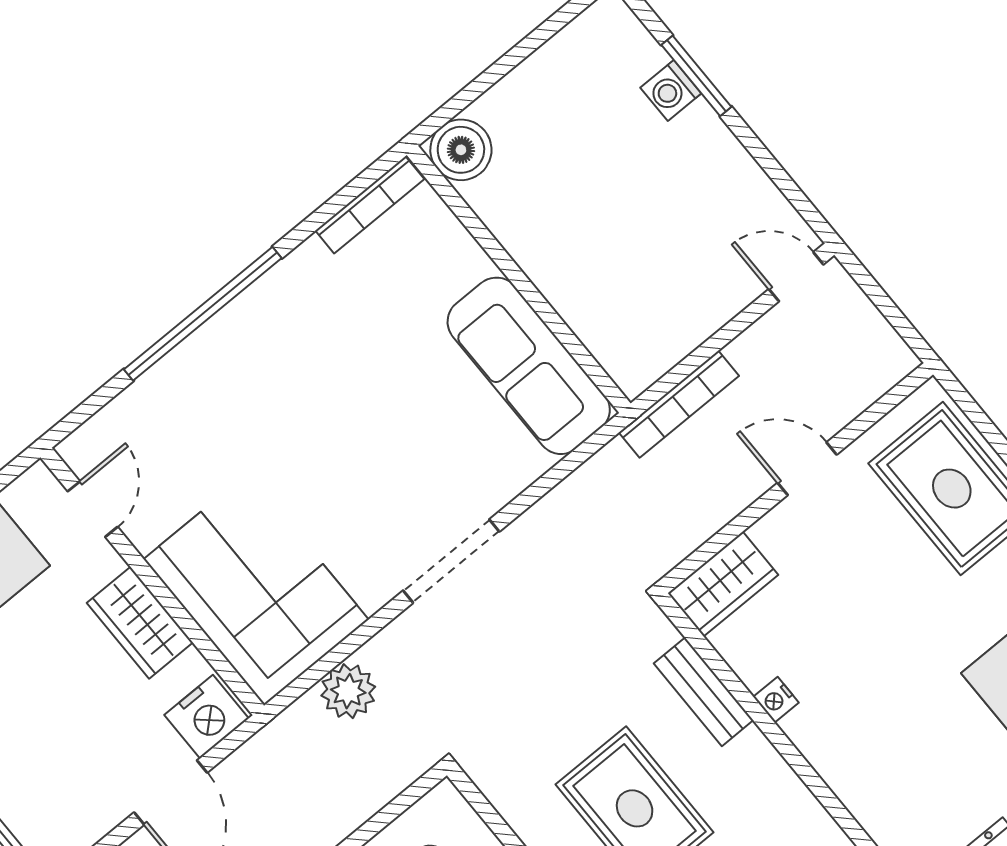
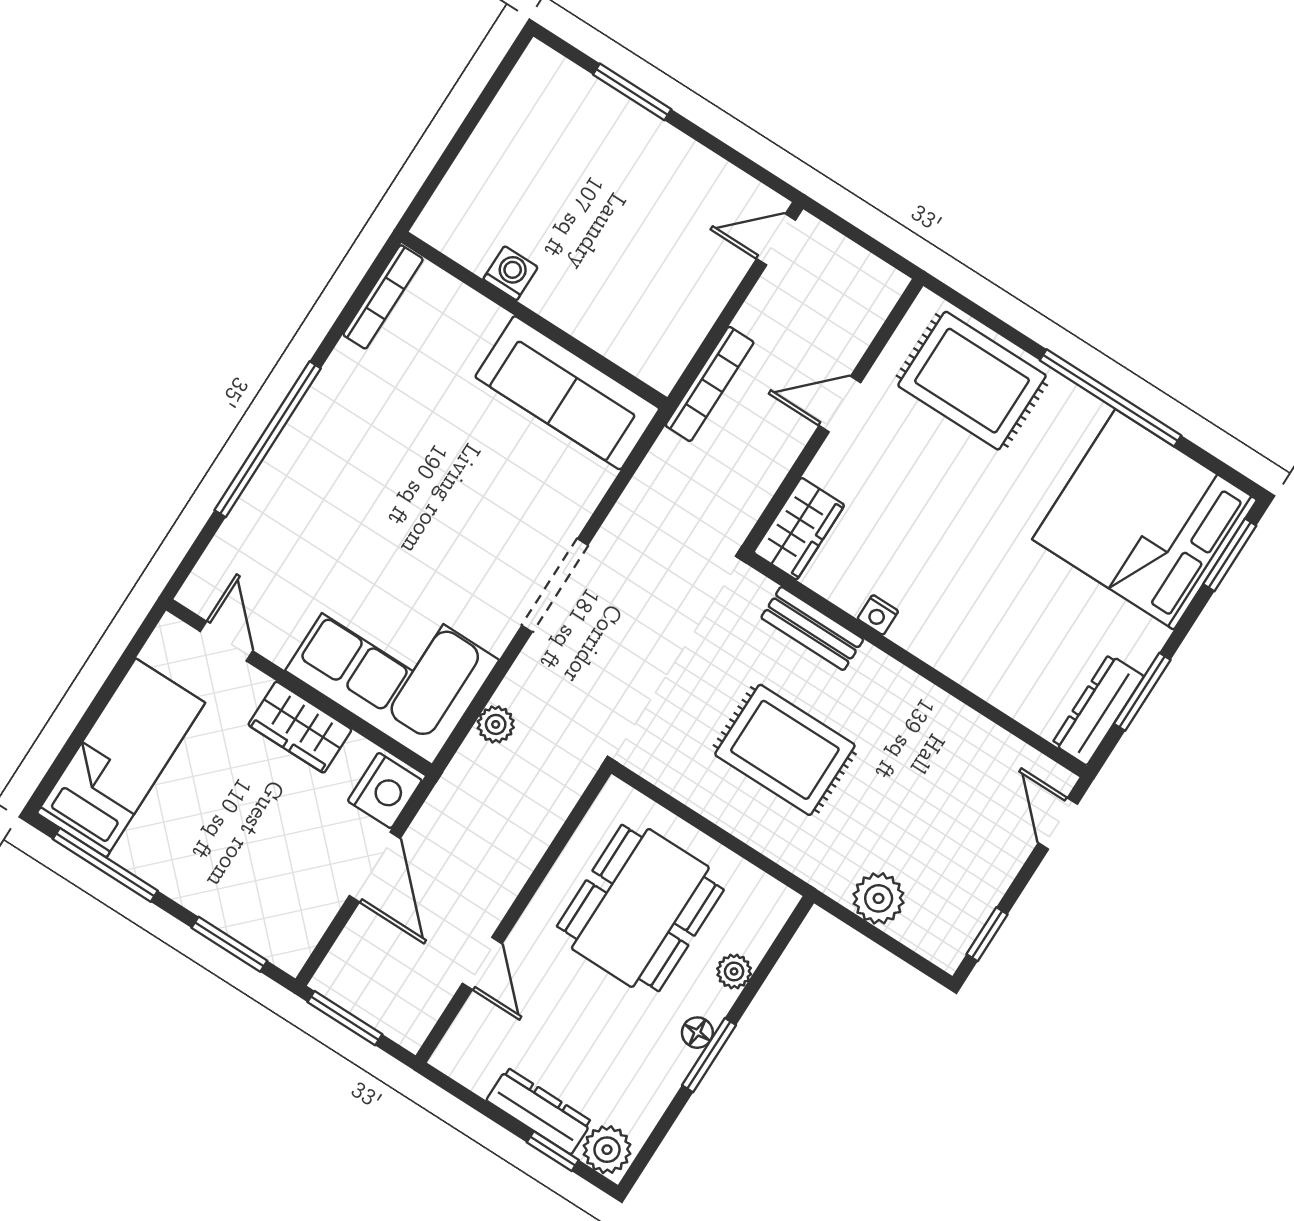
washing machine: (671, 91) -> (511, 273), moved, turned 180
boiler: (461, 150) -> (447, 223), removed
plant: (348, 691) -> (496, 724), width x0.73, depth x0.73

